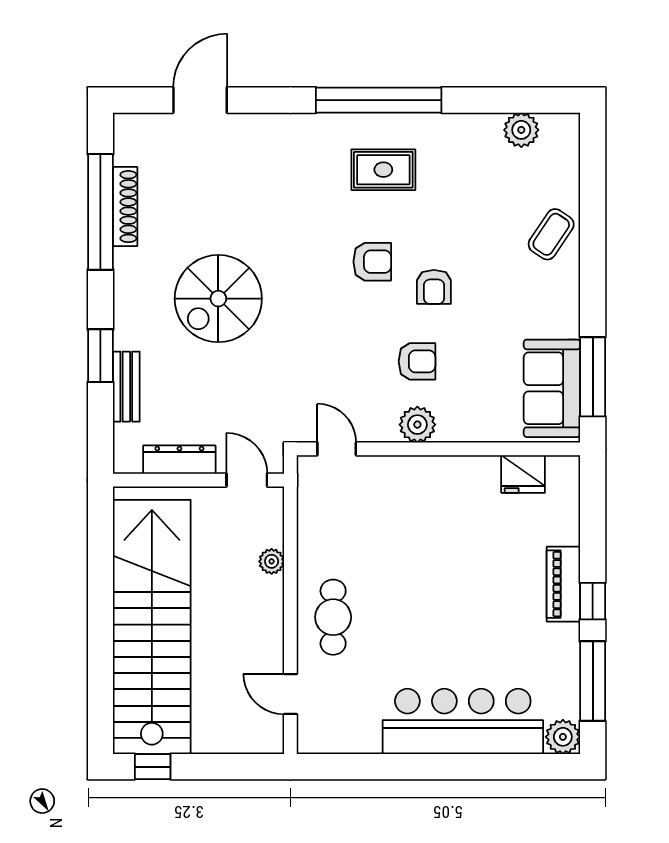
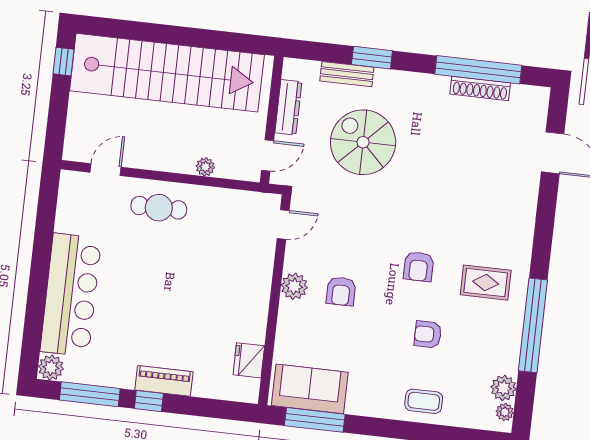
window: (379, 100) -> (533, 325), moved
plant: (553, 125) -> (505, 412), added
rug: (383, 170) -> (486, 283), turned 90
coffee table: (551, 234) -> (424, 401), turned -34
armchair: (434, 287) -> (428, 334), moved
spiral stairs: (218, 299) -> (363, 142), moved

